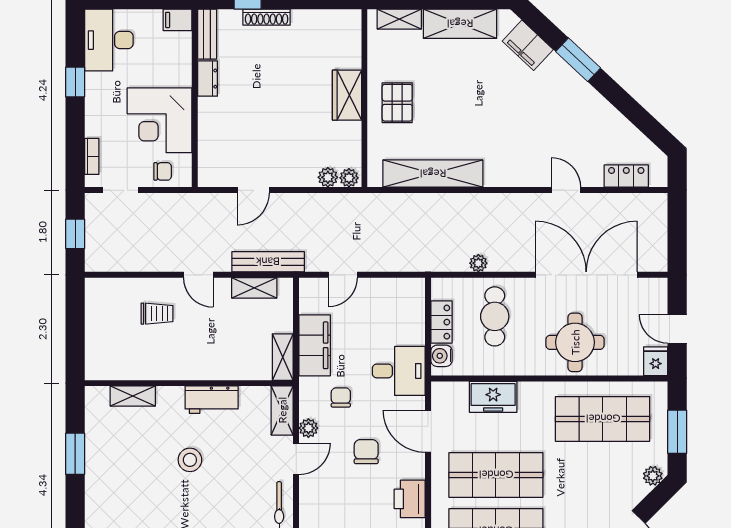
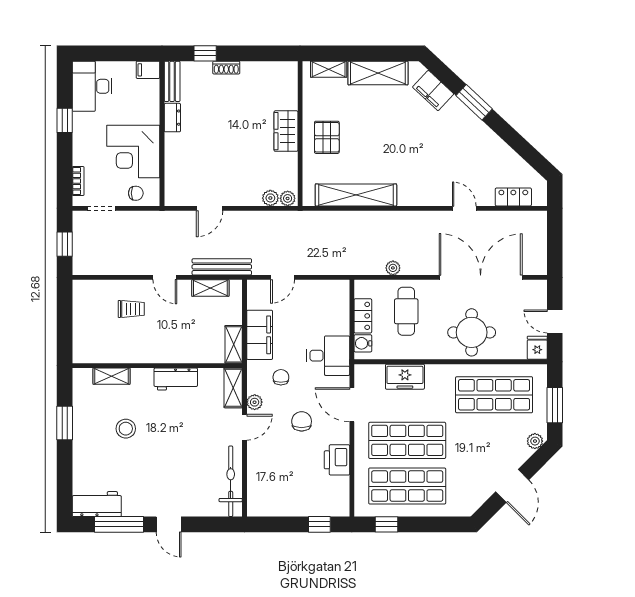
shoe rack: (267, 17) -> (226, 68), width x0.70
stool: (190, 460) -> (126, 429), moved

